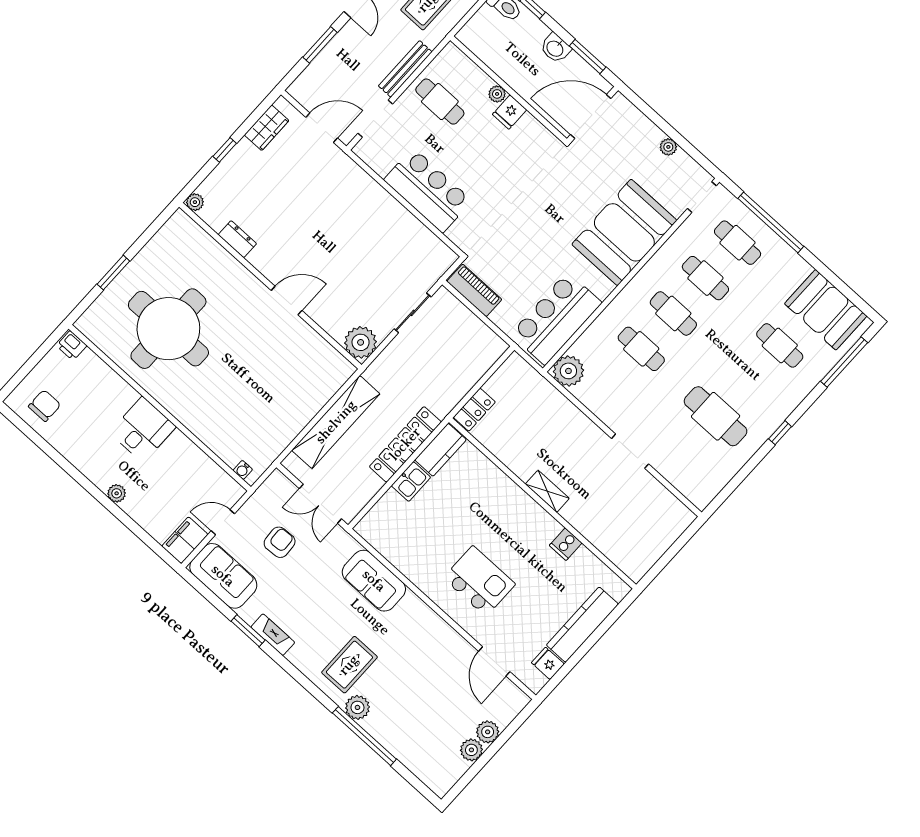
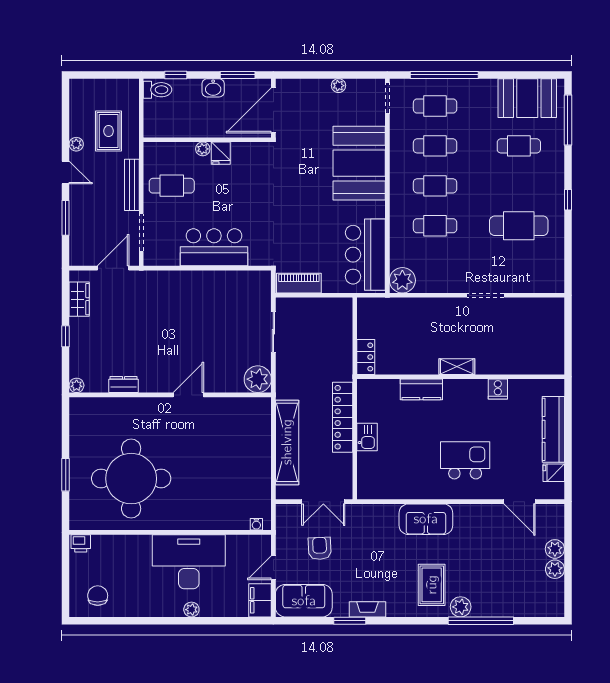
desk: (143, 430) -> (189, 562), width x1.87, depth x1.30
kitchen counter: (440, 450) -> (421, 389), moved, turned 90
sofa: (374, 581) -> (426, 519), moved

